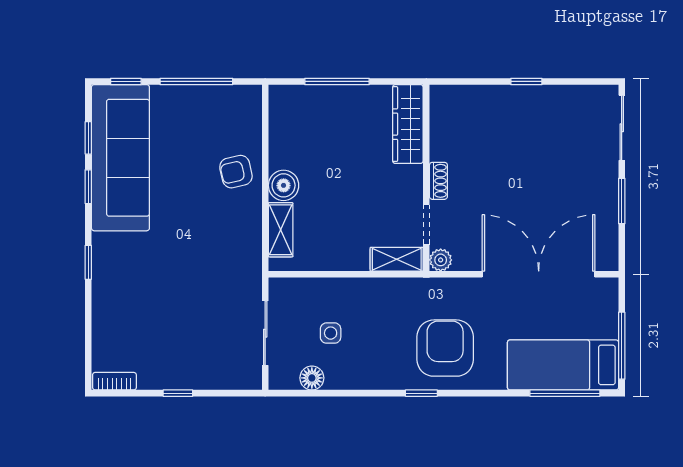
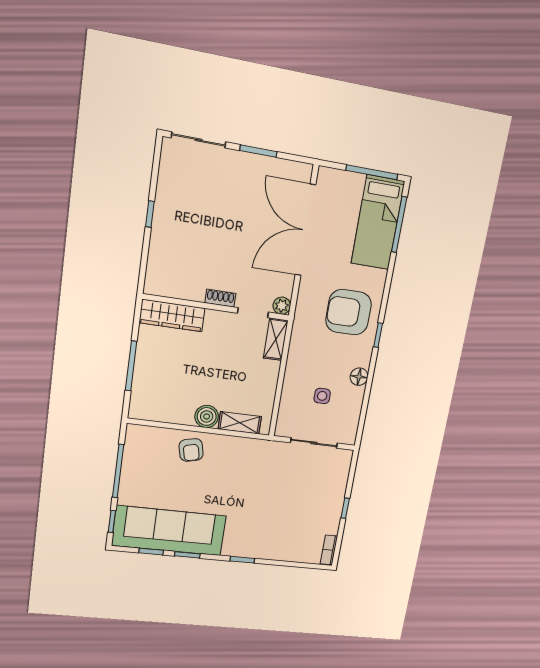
floor lamp: (312, 378) -> (359, 377), moved

